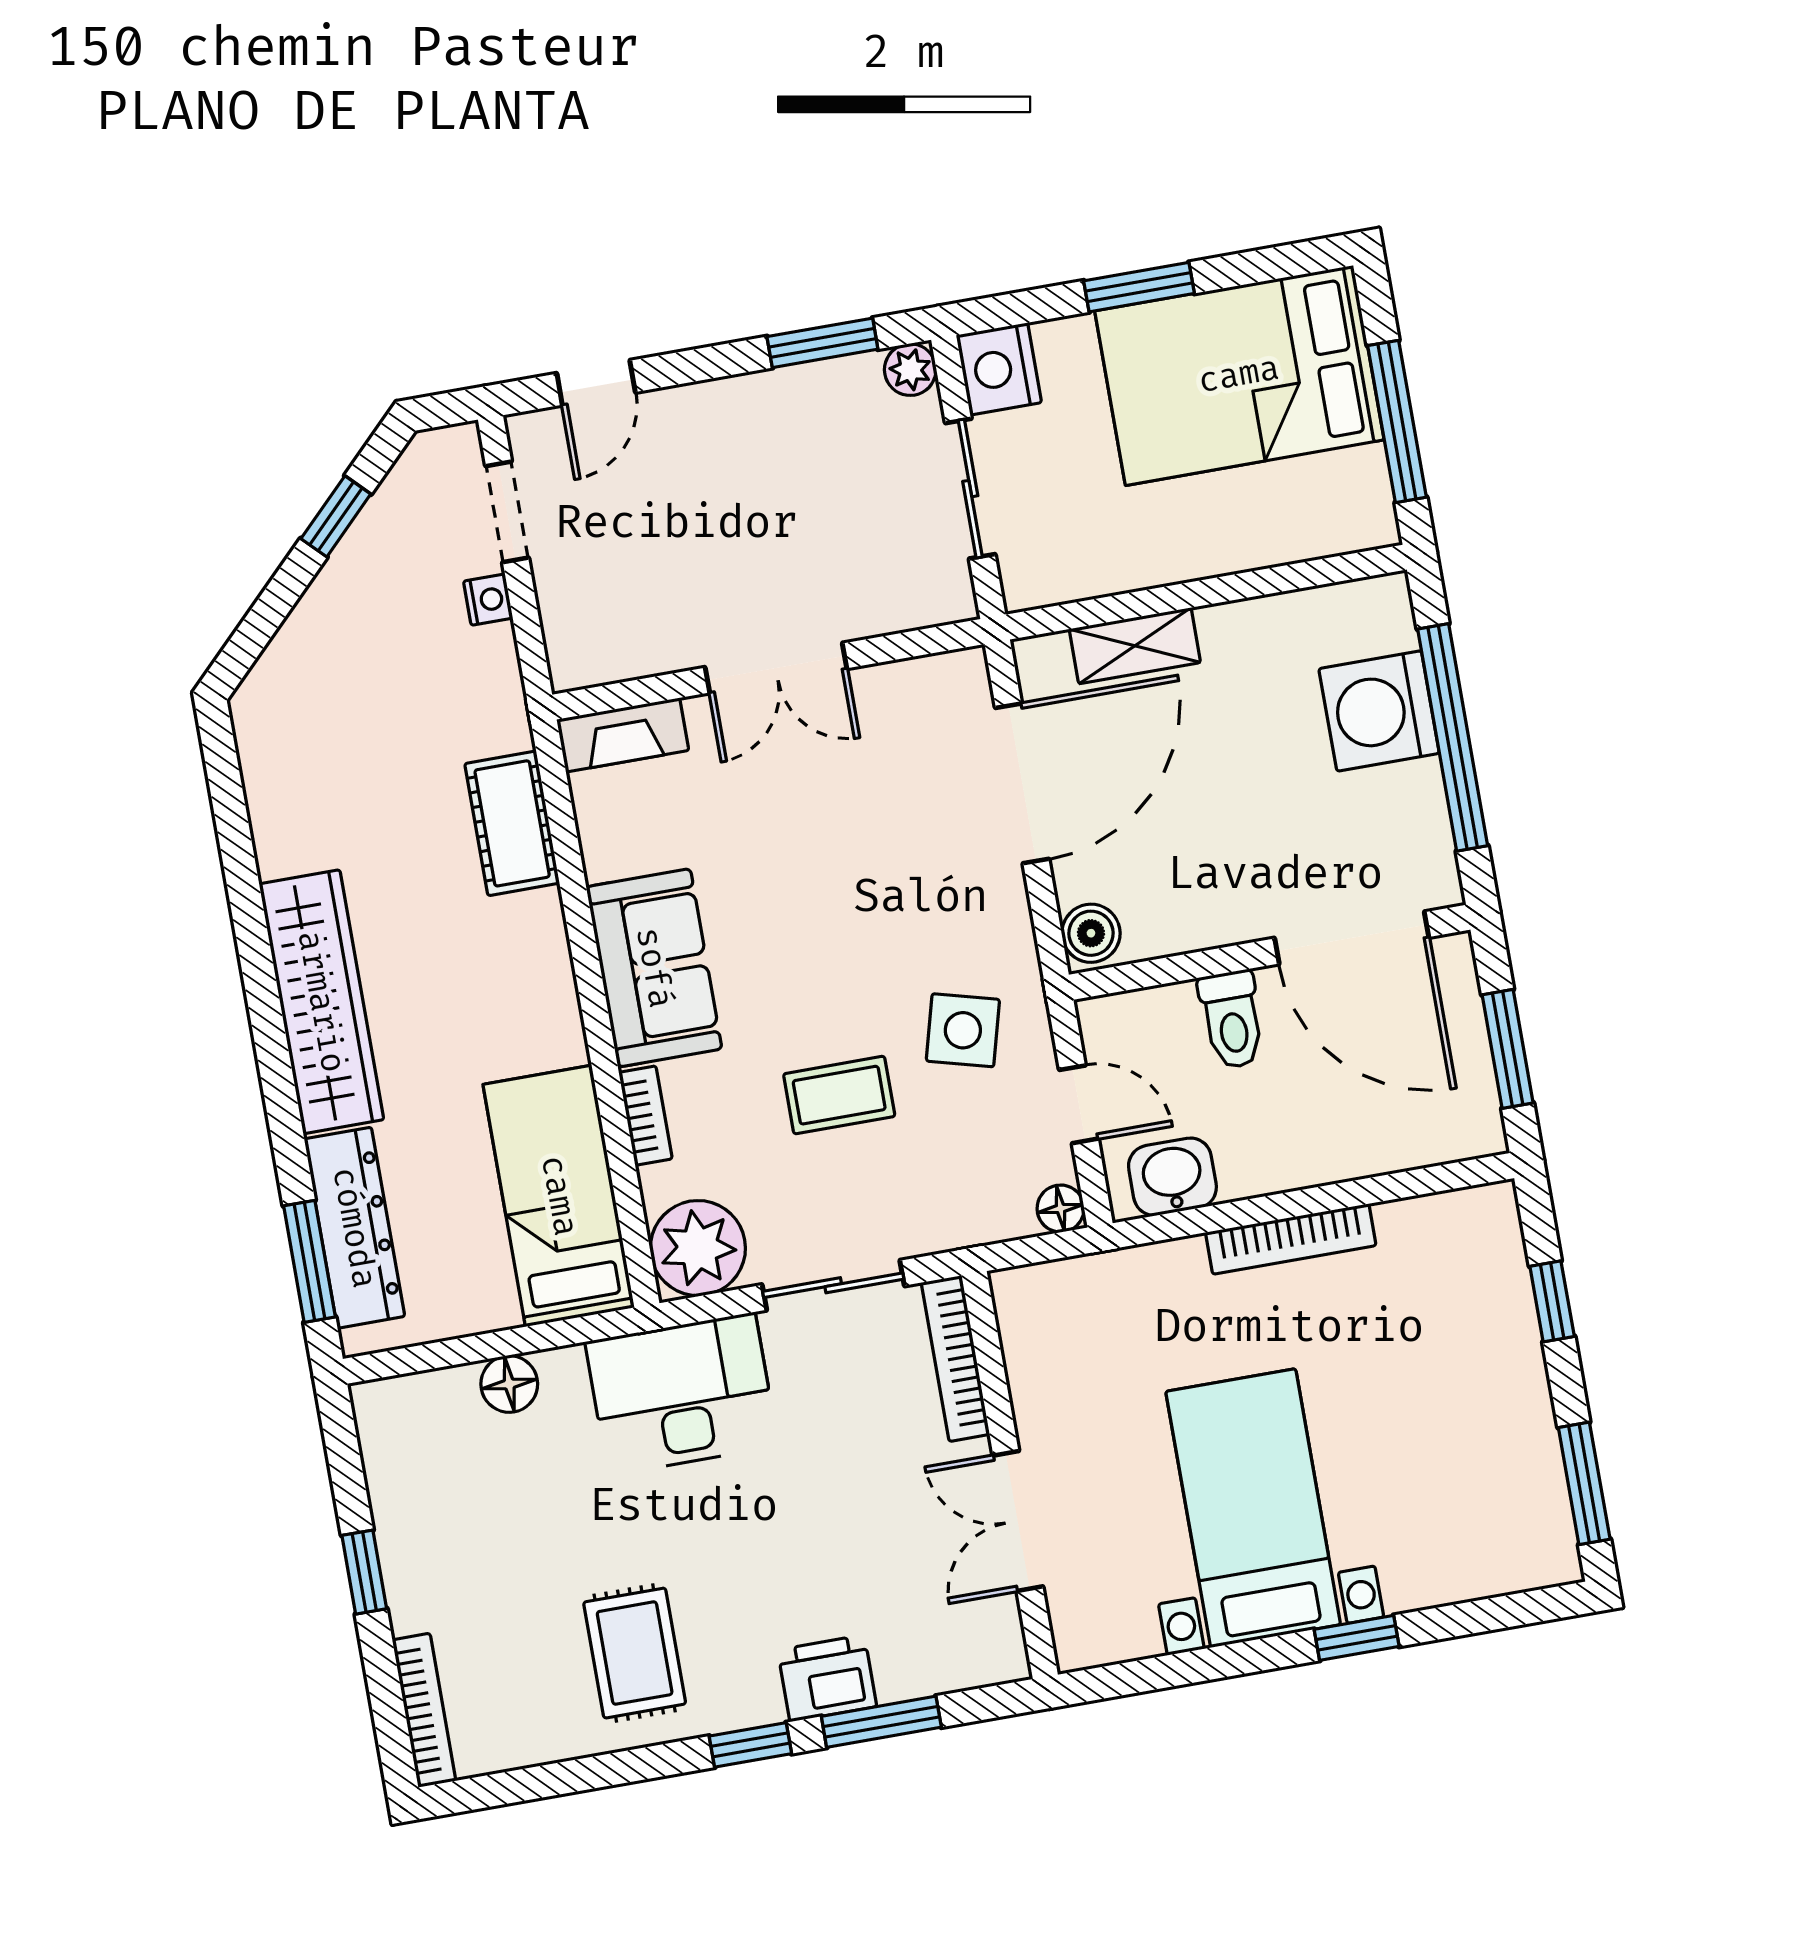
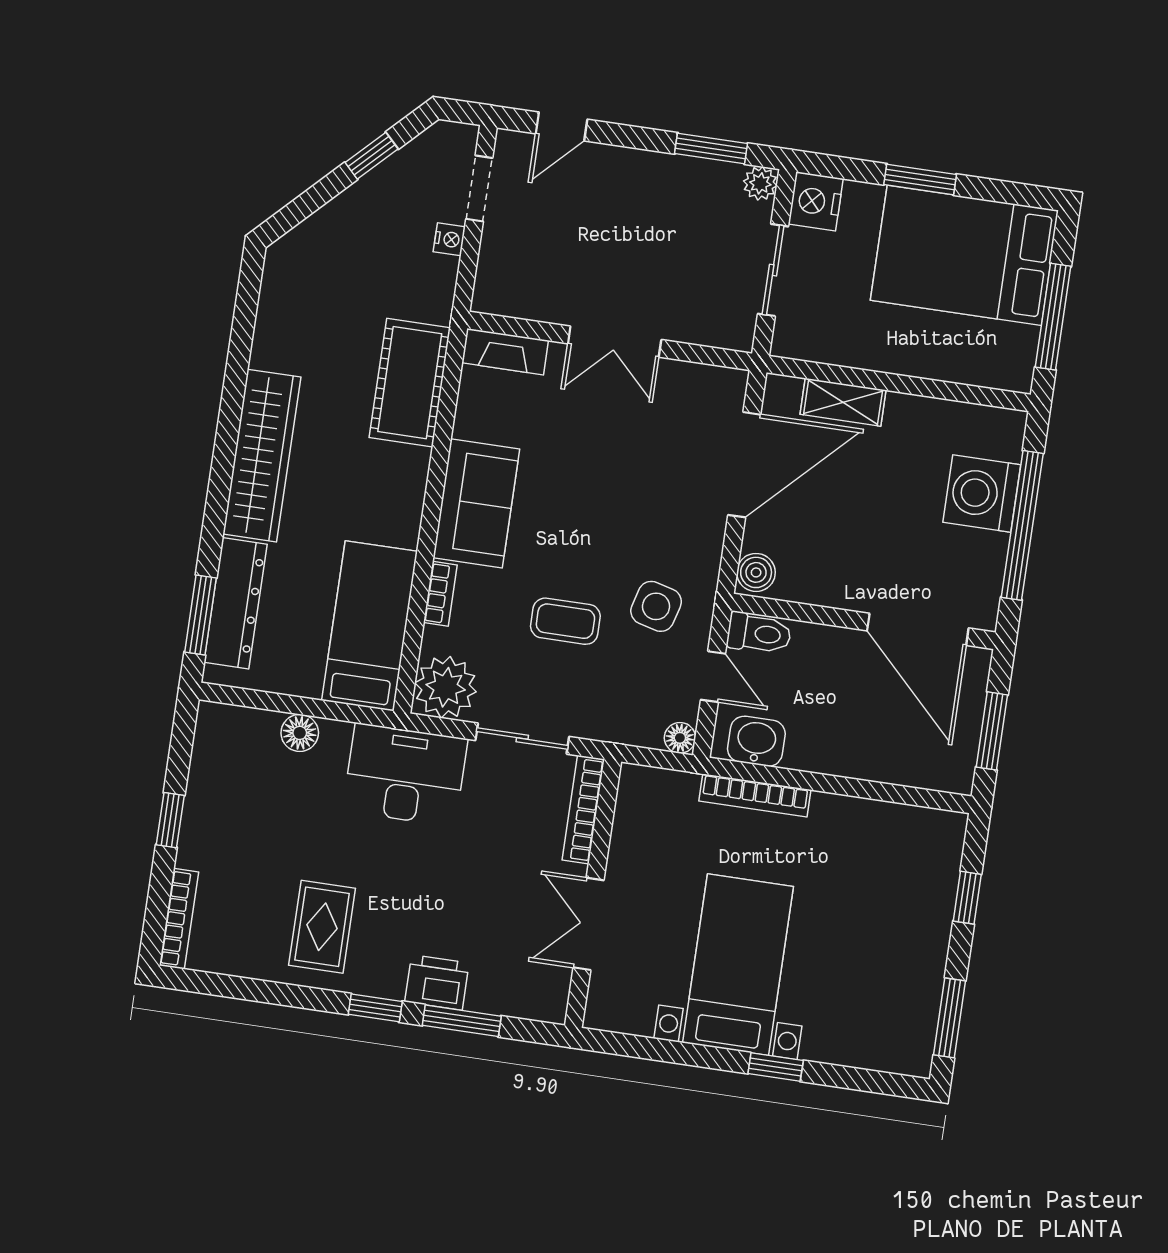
cot: (512, 823) -> (410, 383), width x1.37, depth x1.34
toilet: (1232, 1020) -> (759, 633), moved, turned -90
bookcase: (1291, 1239) -> (755, 795), moved

